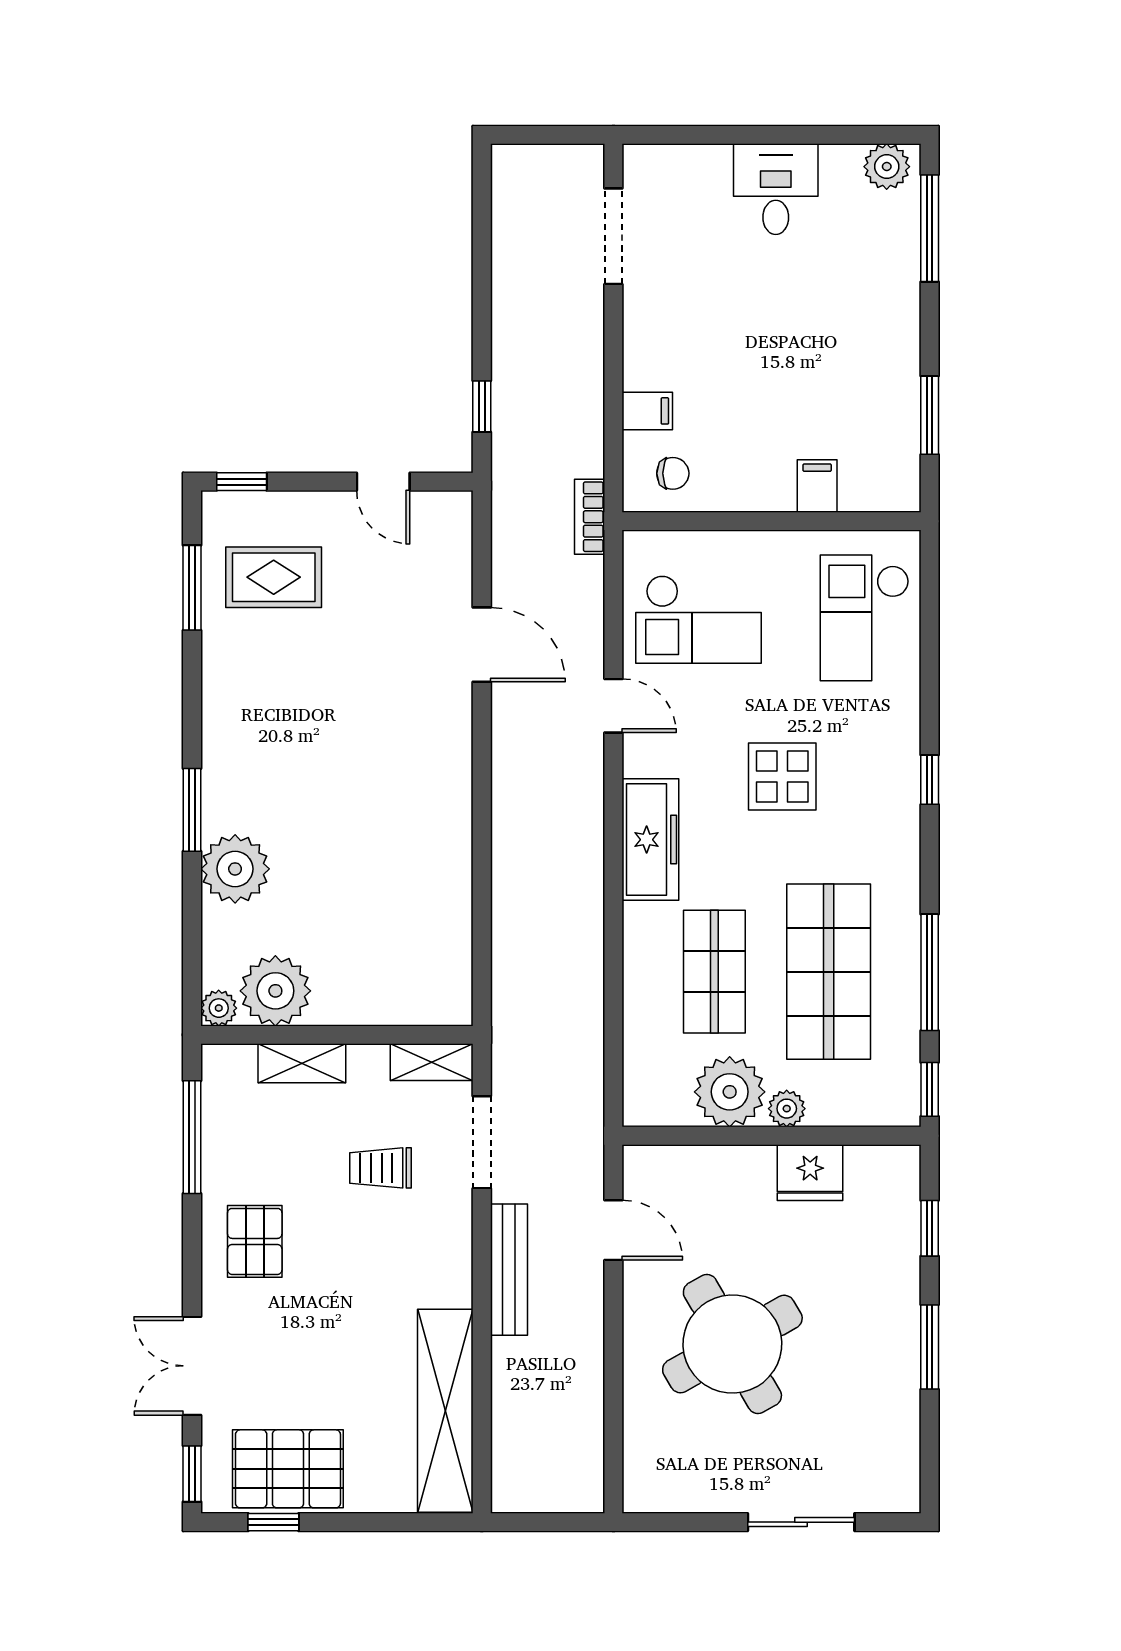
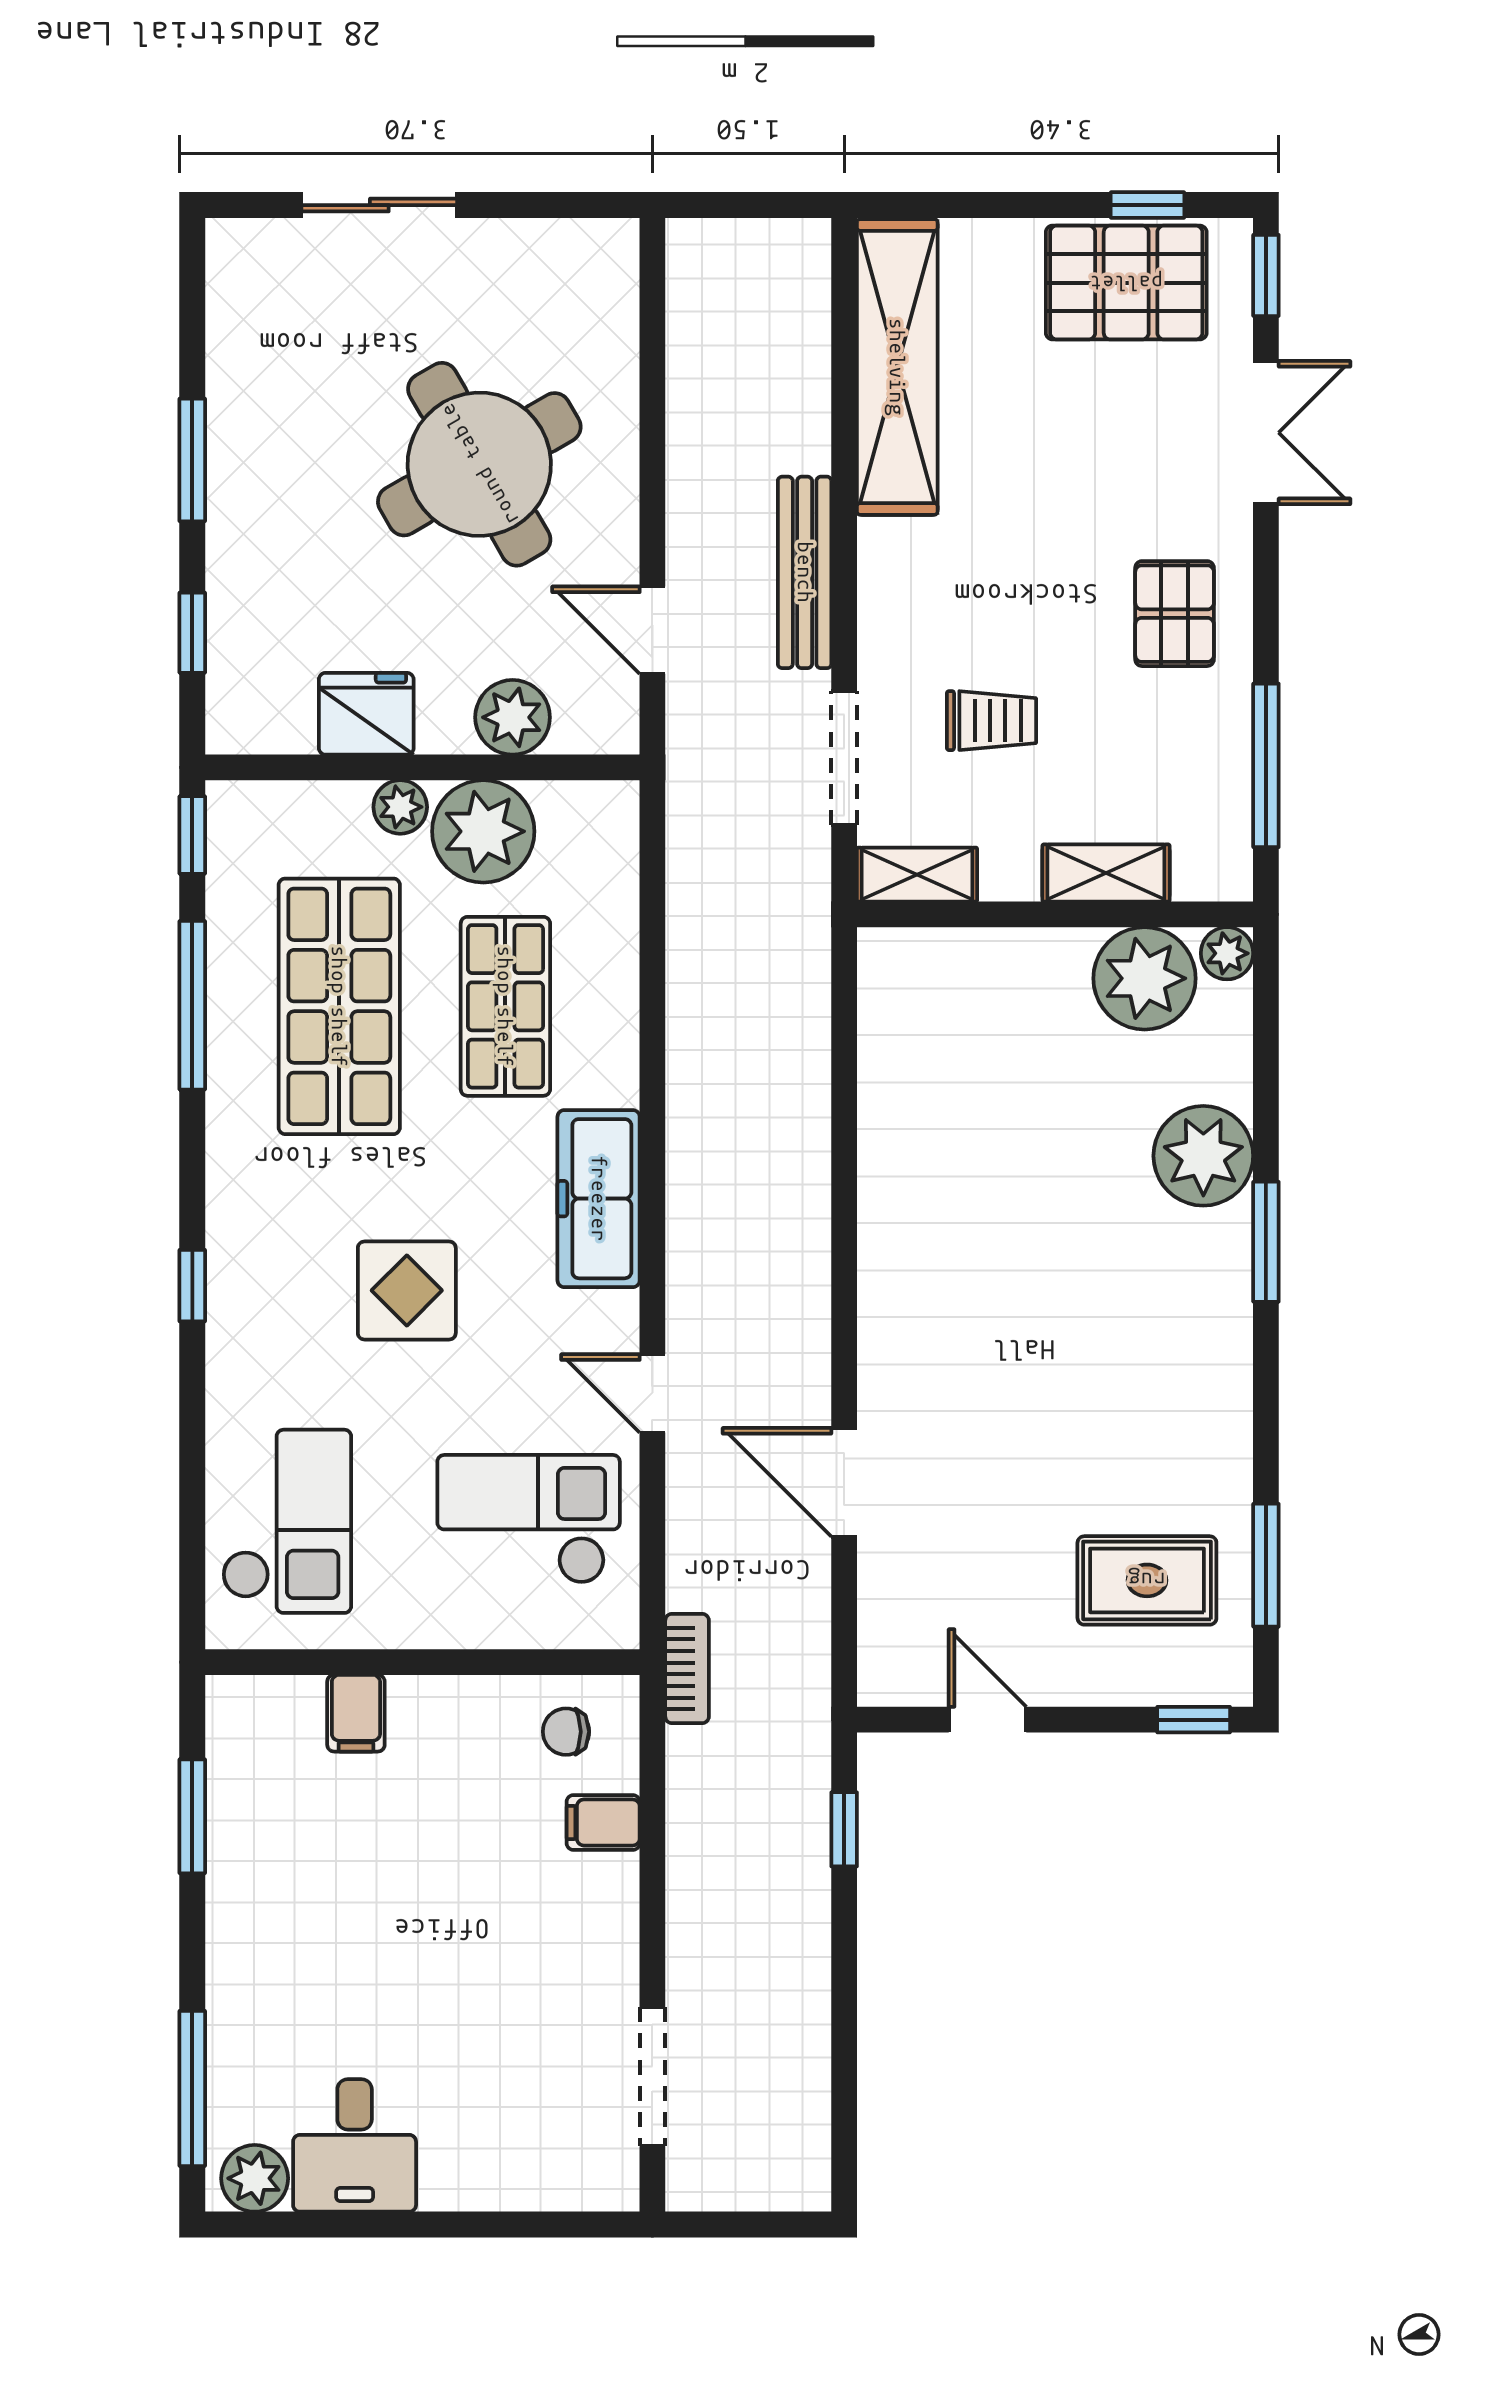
desk: (776, 189) -> (355, 2145), moved
plant: (710, 1170) -> (513, 717), added

